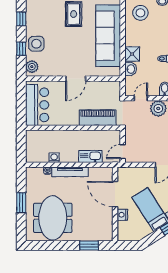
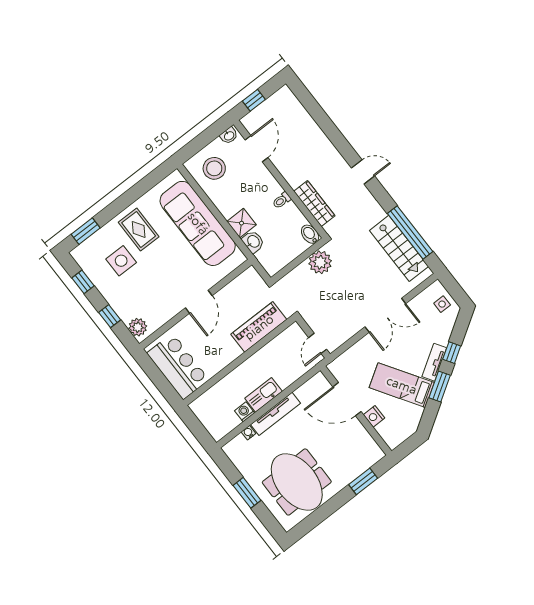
side table: (36, 44) -> (121, 261), moved
door: (141, 98) -> (291, 266), removed
kitchen sink: (90, 156) -> (263, 395), moved

